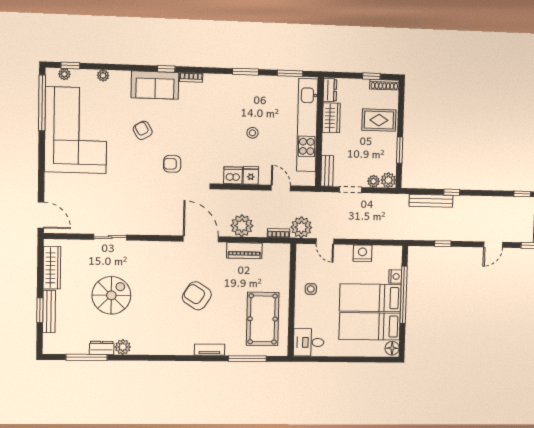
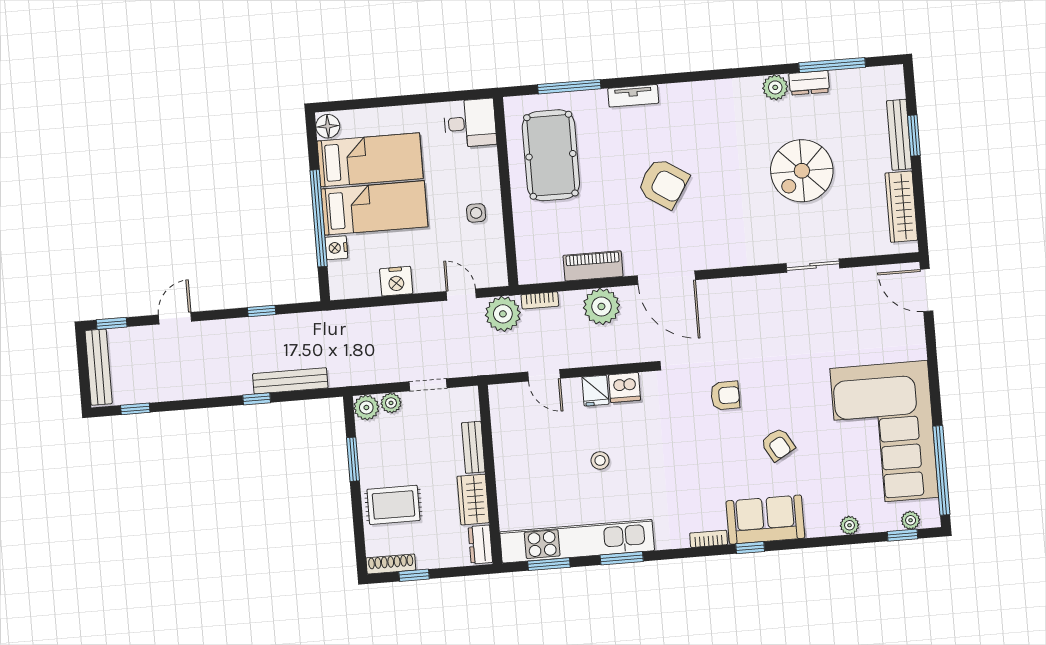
kitchen unit: (307, 125) -> (577, 541), moved, turned -90
bench: (327, 171) -> (473, 447), moved

